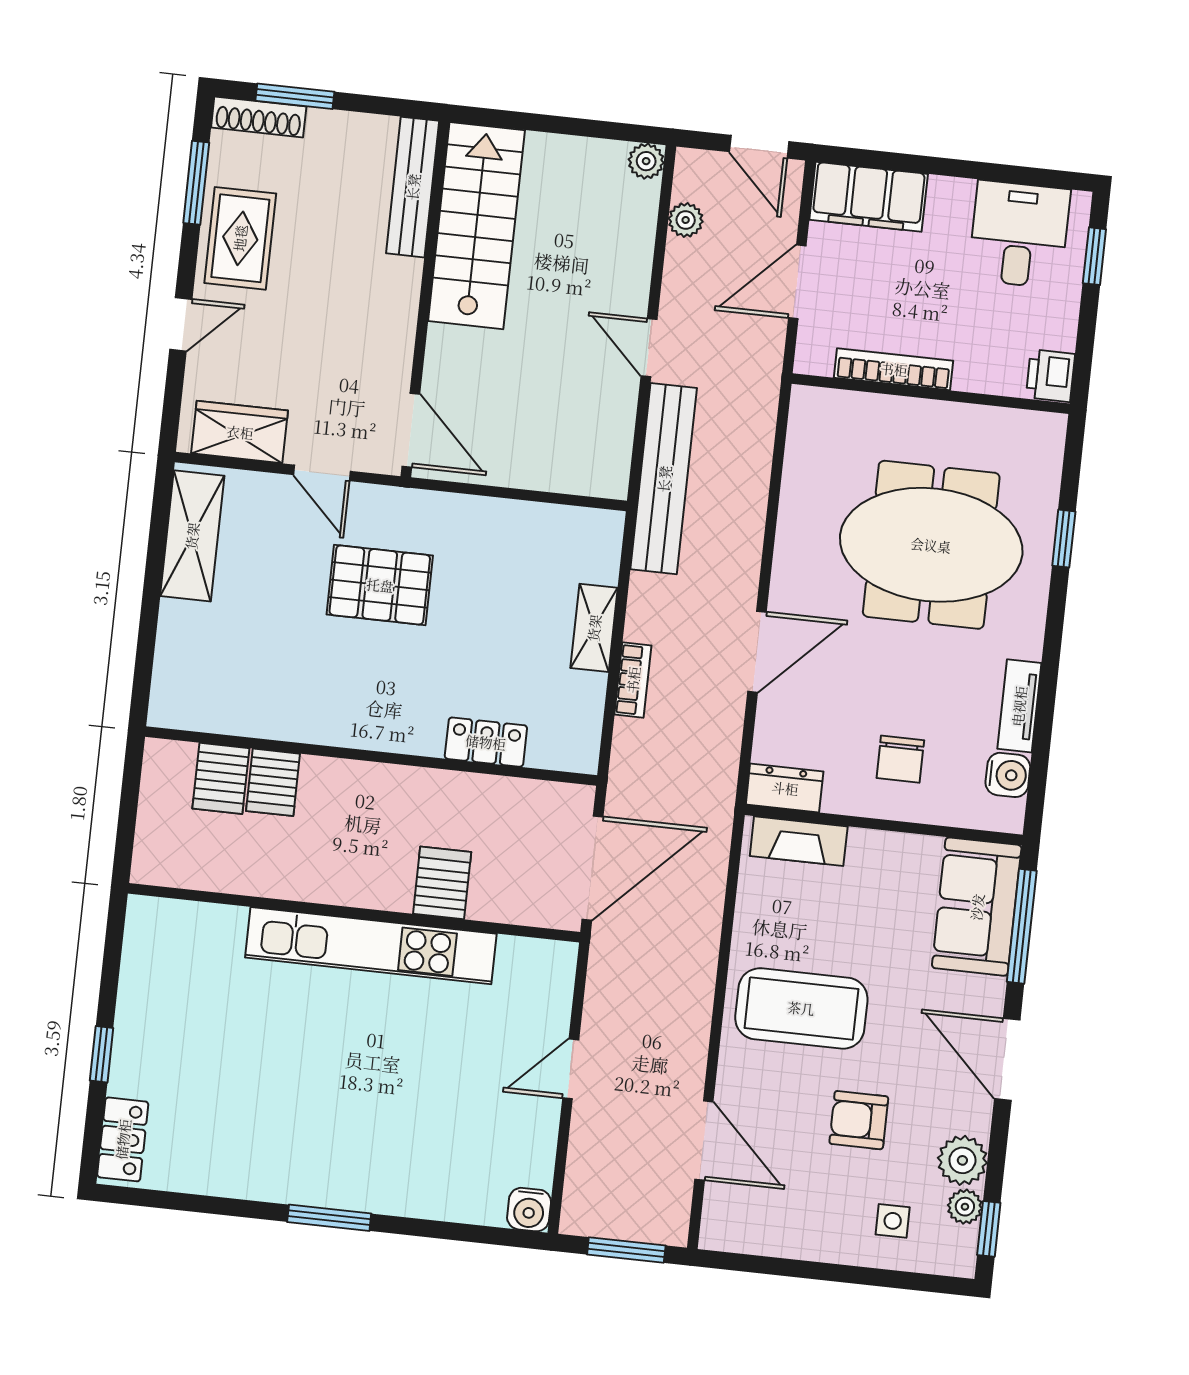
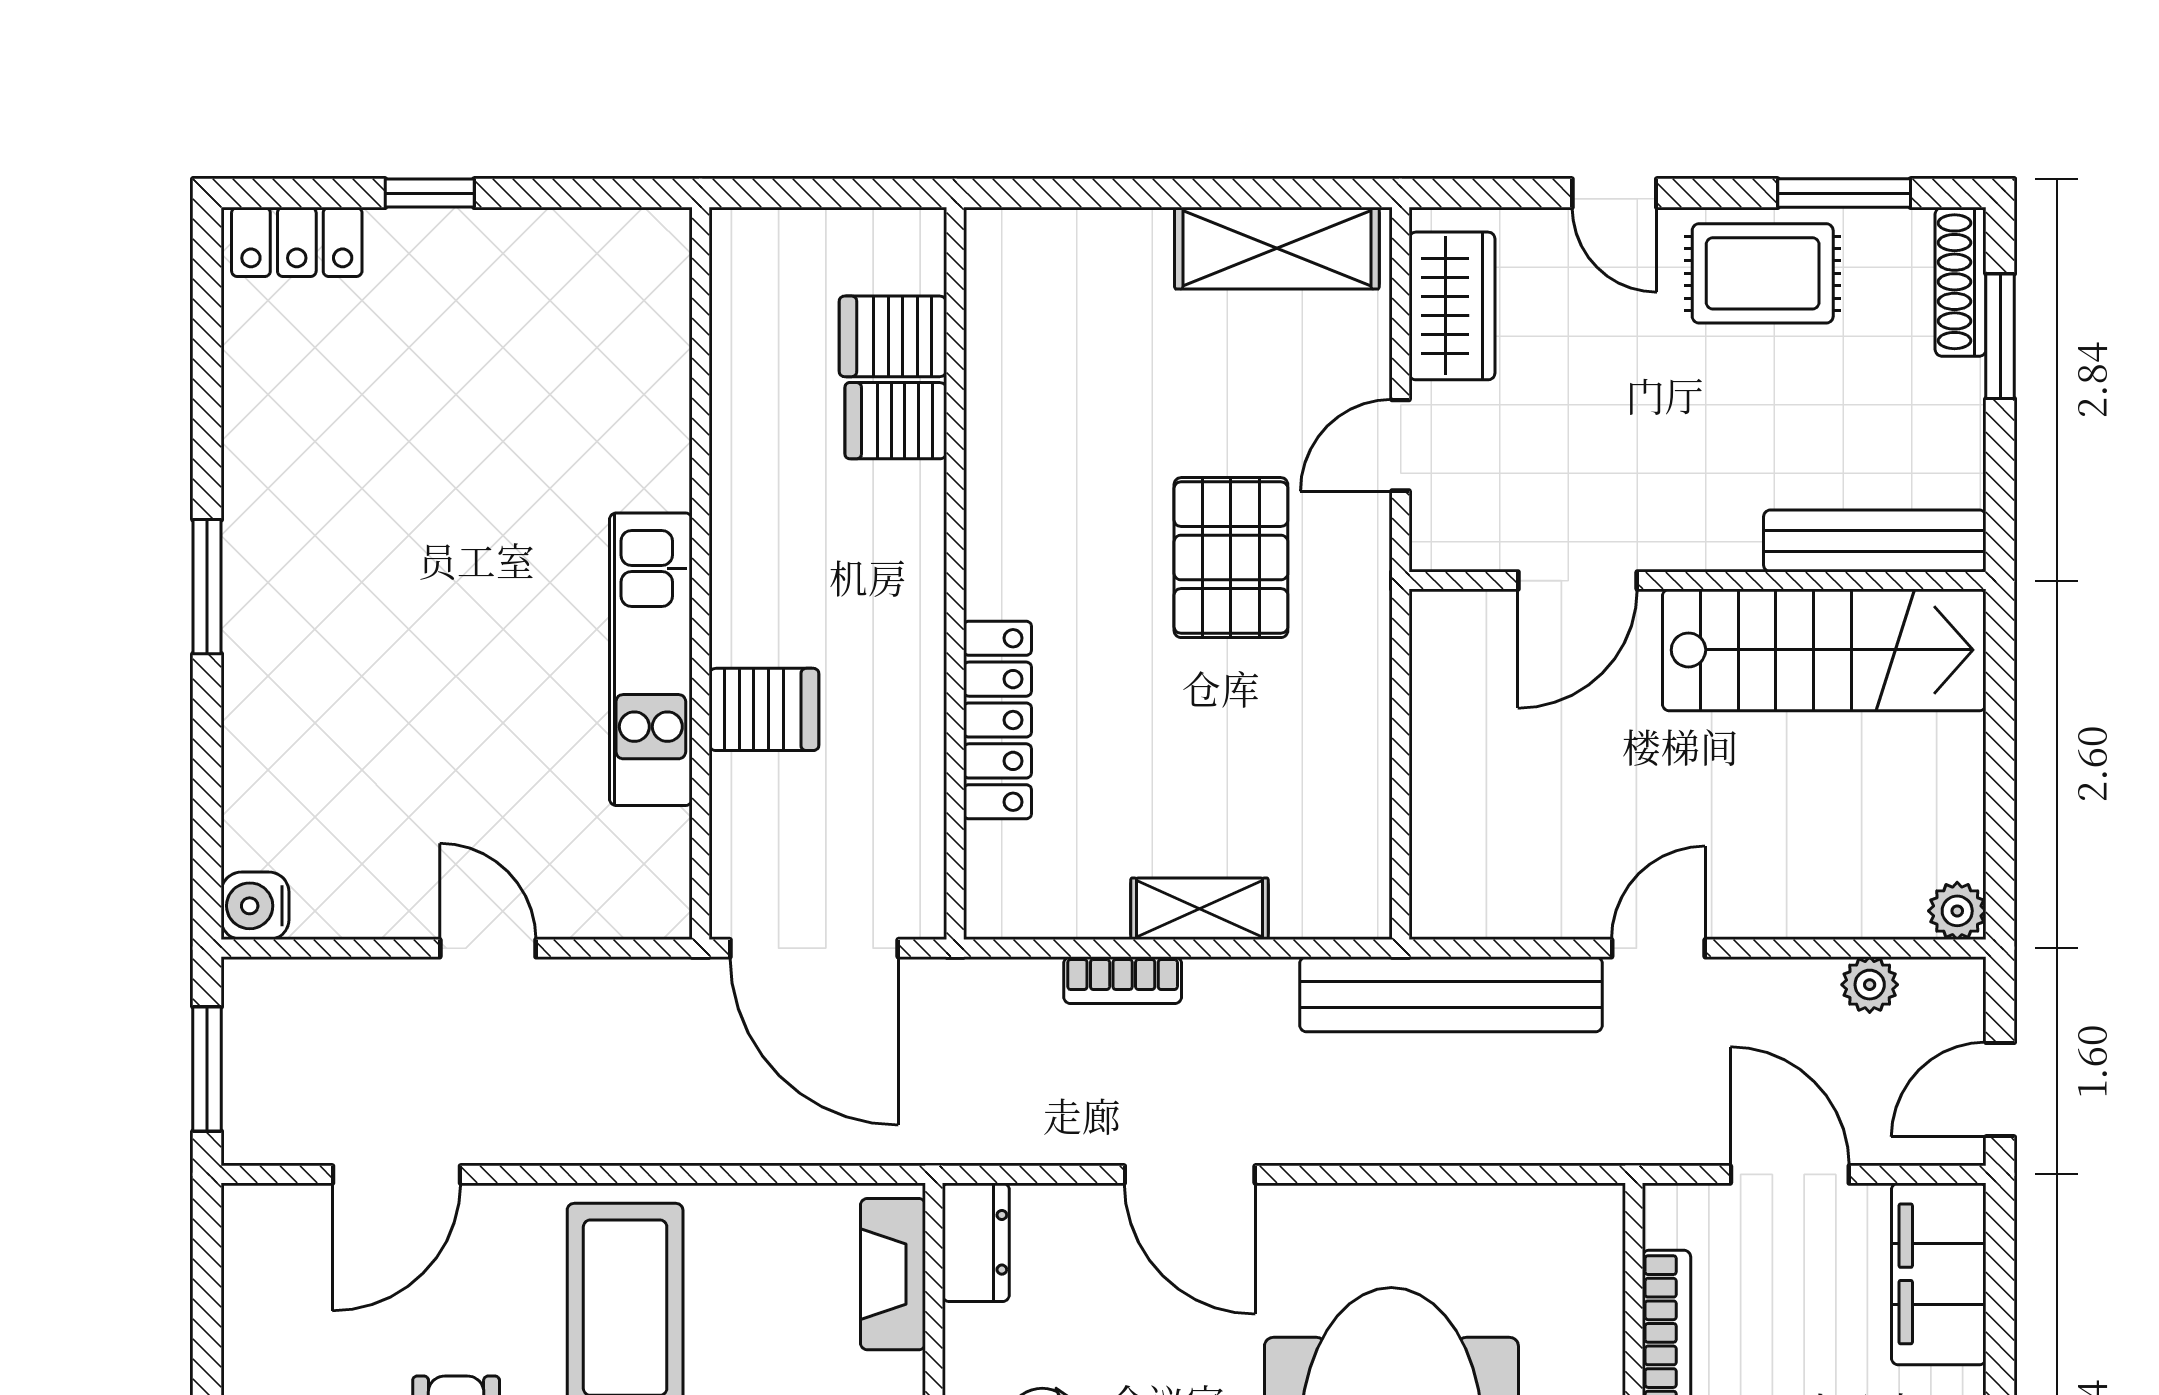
door: (411, 430) -> (1578, 581), moved
locker: (486, 742) -> (997, 720), width x1.53
kitchen unit: (371, 946) -> (651, 659), width x0.73

